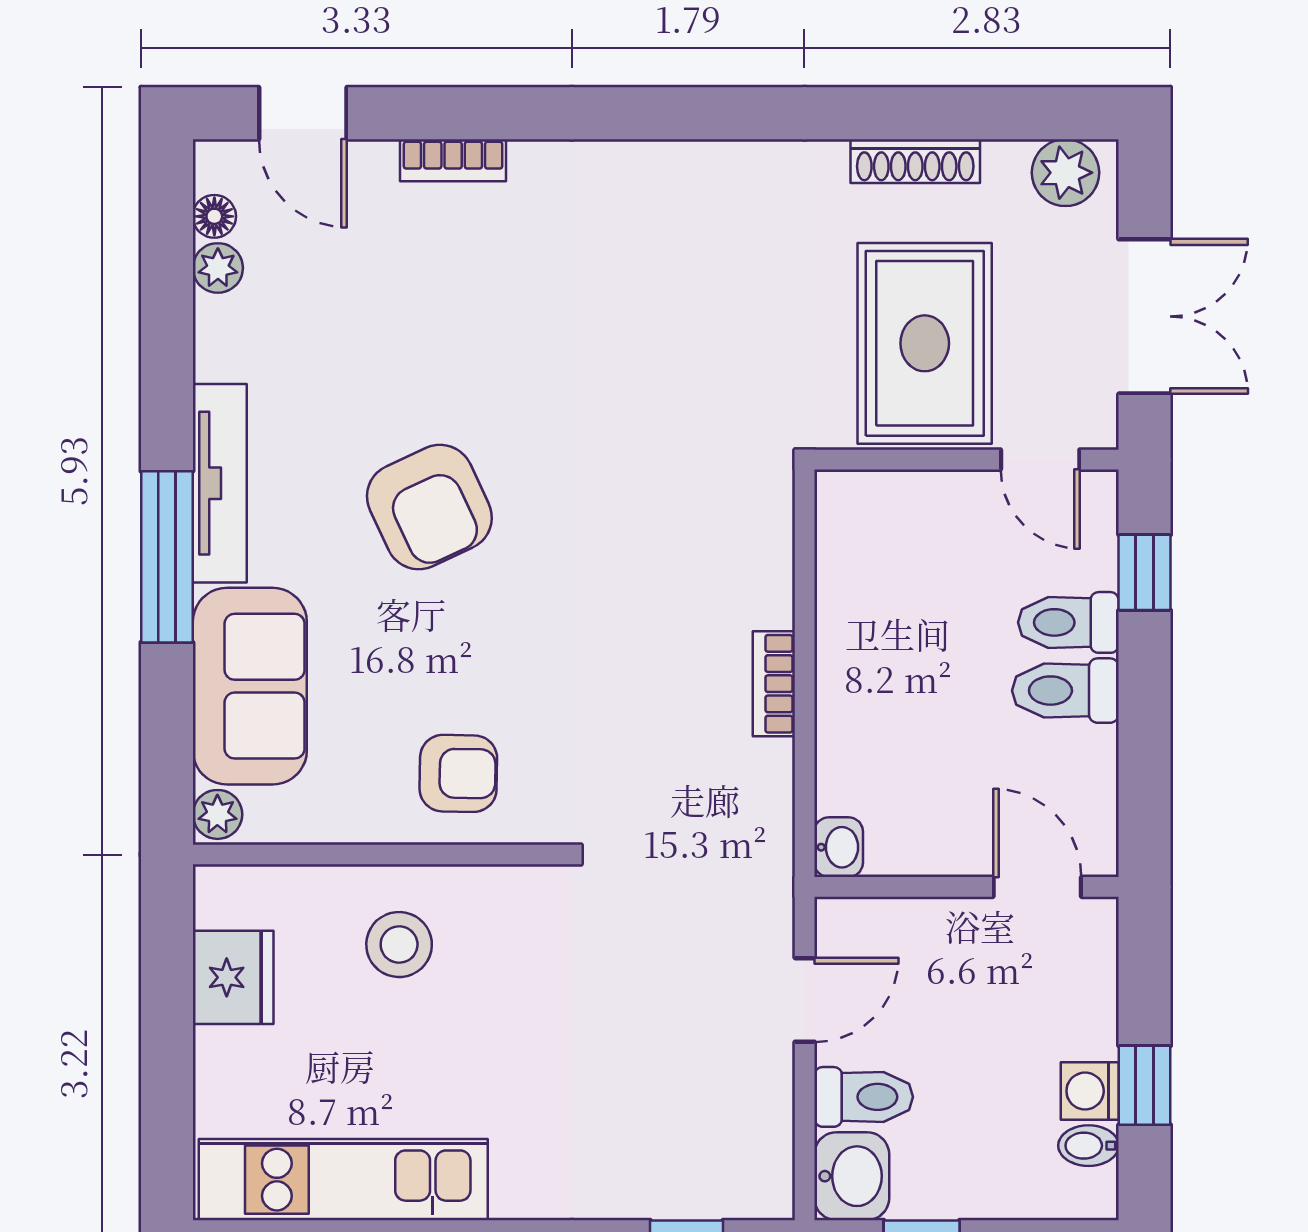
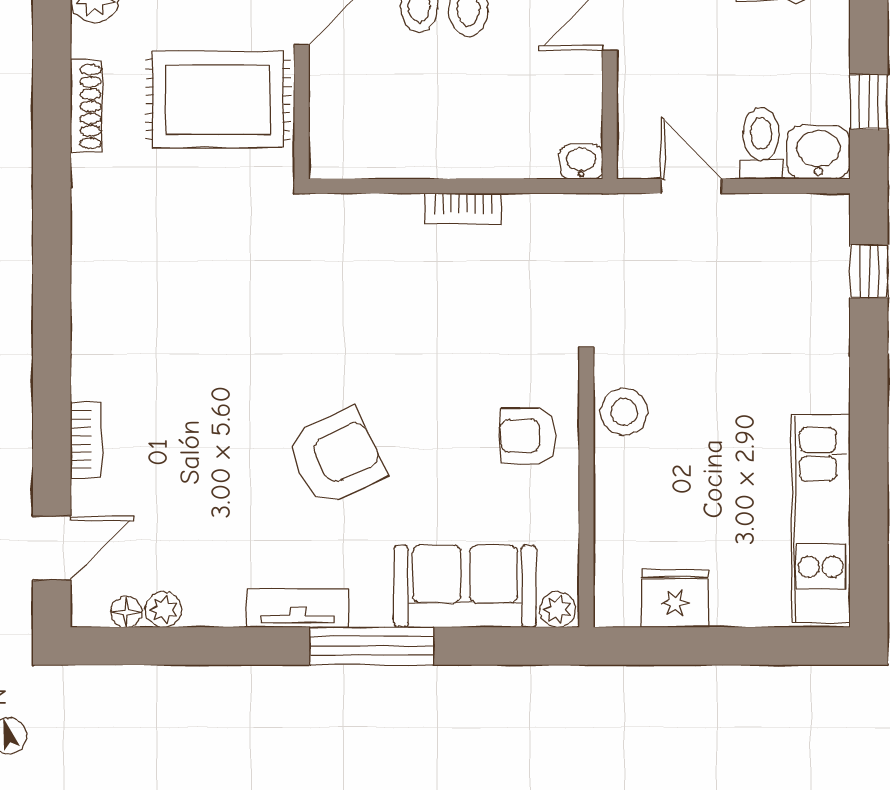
tv unit: (220, 483) -> (298, 608), width x0.71
armchair: (458, 773) -> (528, 436), turned -91
stool: (399, 945) -> (624, 412), moved

